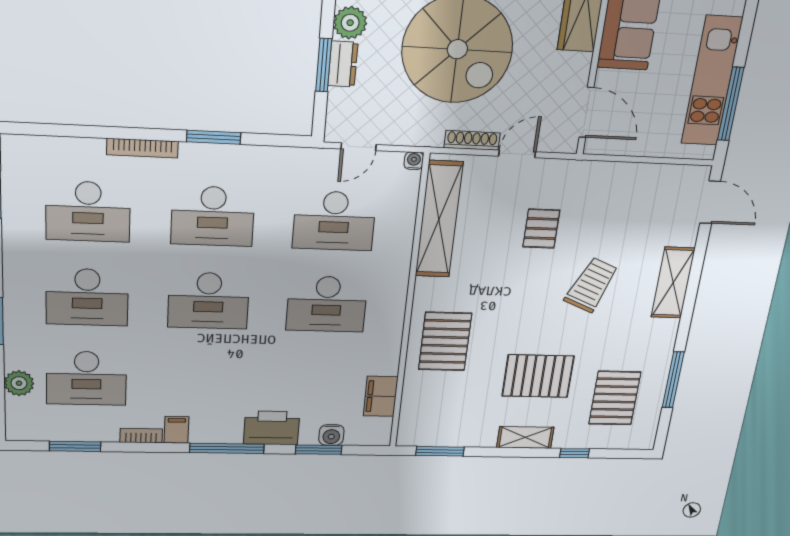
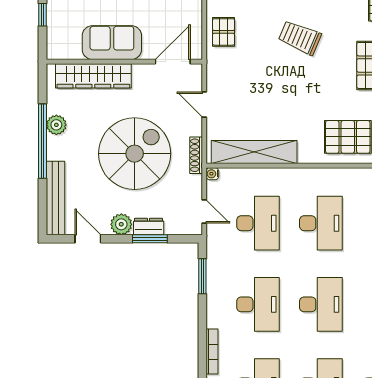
window: (214, 137) -> (202, 276), moved
shoe rack: (472, 140) -> (196, 155), moved
pallet: (541, 229) -> (223, 32), moved, turned 90

